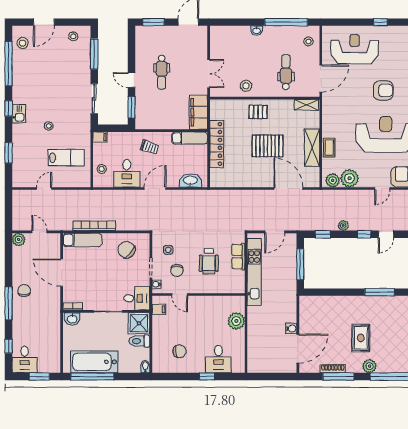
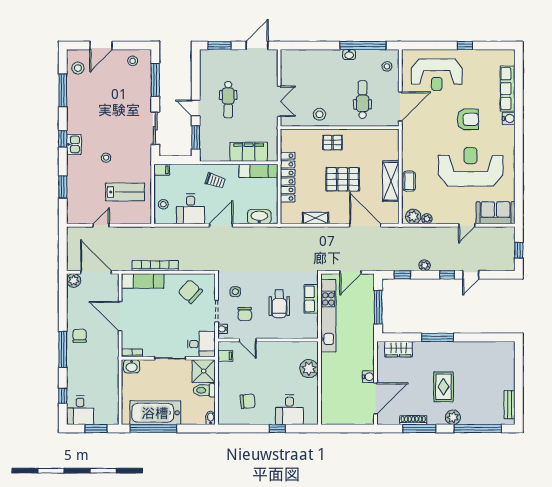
washbasin: (257, 31) -> (349, 55), moved
reception desk: (355, 49) -> (437, 75), turned 180
window: (9, 64) -> (63, 90), width x0.68
shelving: (306, 105) -> (315, 218), moved
filing cabinet: (199, 112) -> (249, 152), moved, turned 90
plant: (350, 178) -> (427, 219), width x0.53, depth x0.53
door: (39, 232) -> (96, 272), width x1.88
window: (380, 292) -> (438, 337), moved
wardrobe: (319, 303) -> (398, 349), added

